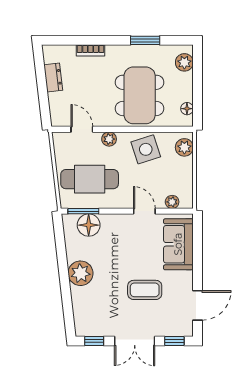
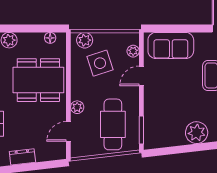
side table: (146, 149) -> (100, 63), moved
floor lamp: (89, 225) -> (154, 125), removed

